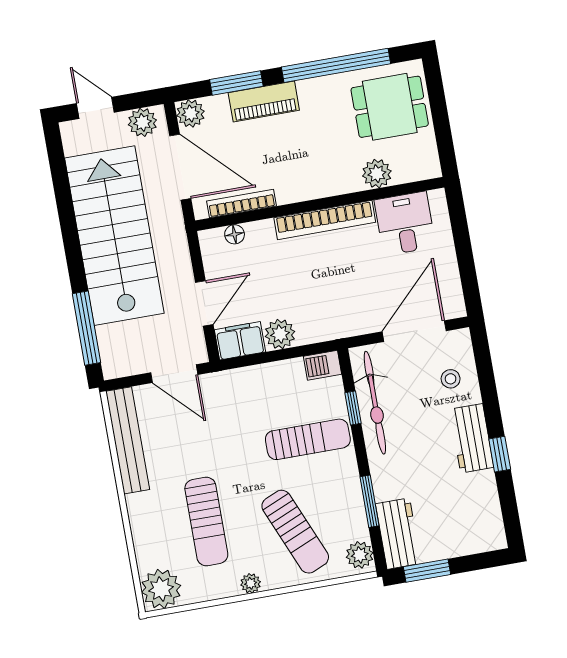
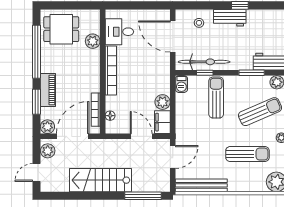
dining table: (390, 107) -> (61, 29), turned 90
stairs: (114, 236) -> (100, 180), width x0.73, depth x0.66

